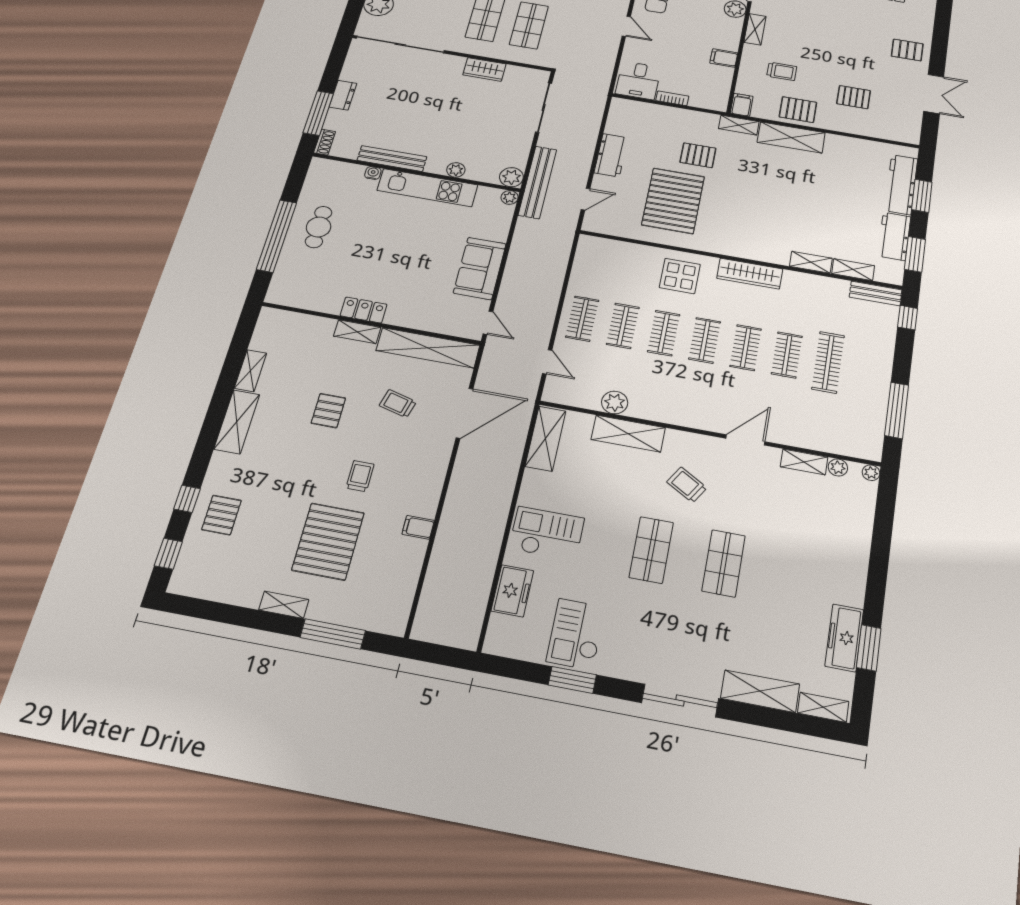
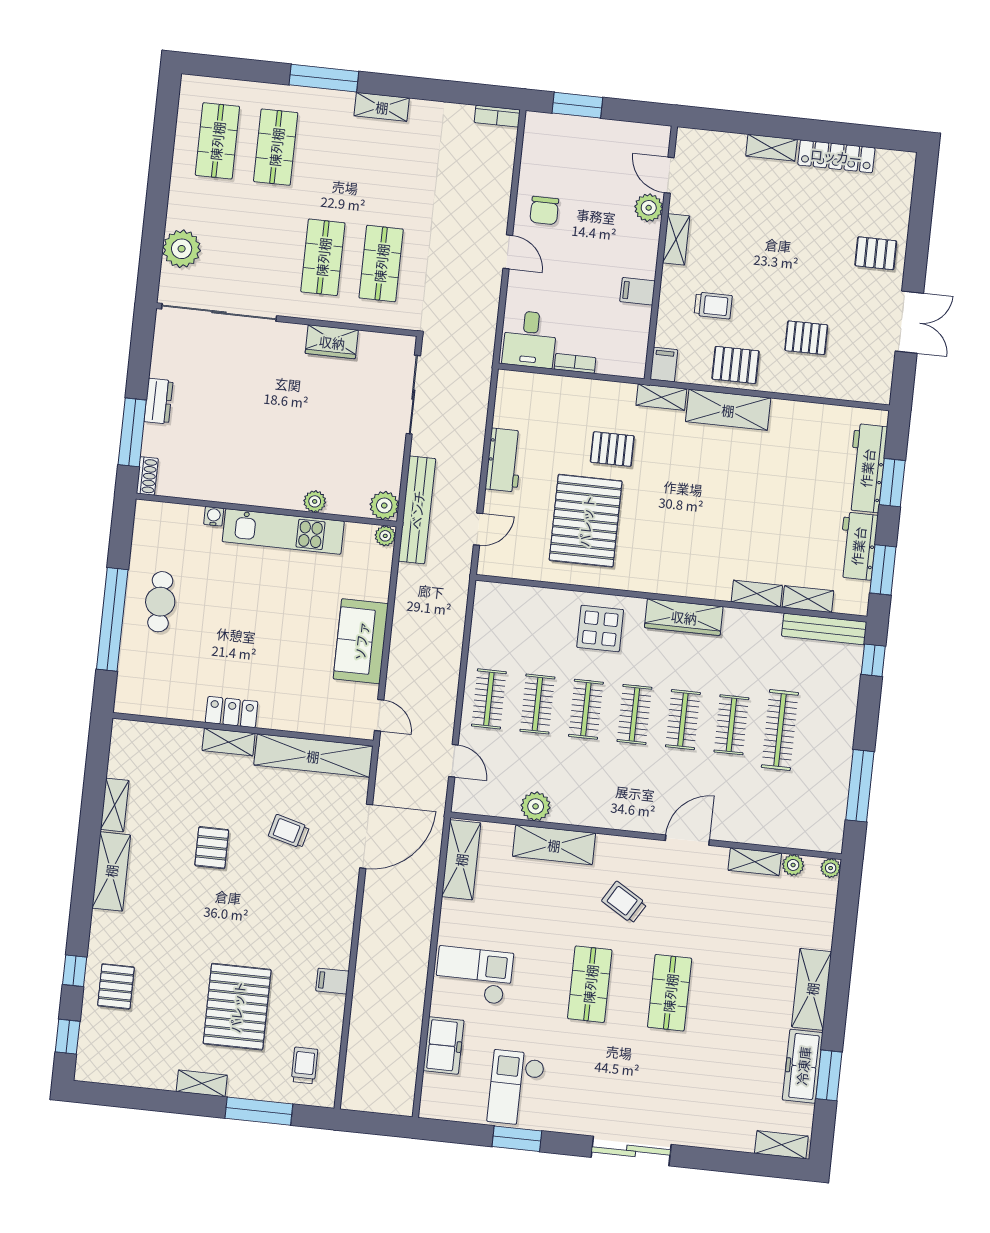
bench: (392, 159) -> (234, 492), removed
bench: (876, 293) -> (824, 629), width x1.36
trolley: (360, 476) -> (304, 1065), moved
shelving: (760, 691) -> (812, 989), moved, turned 90

